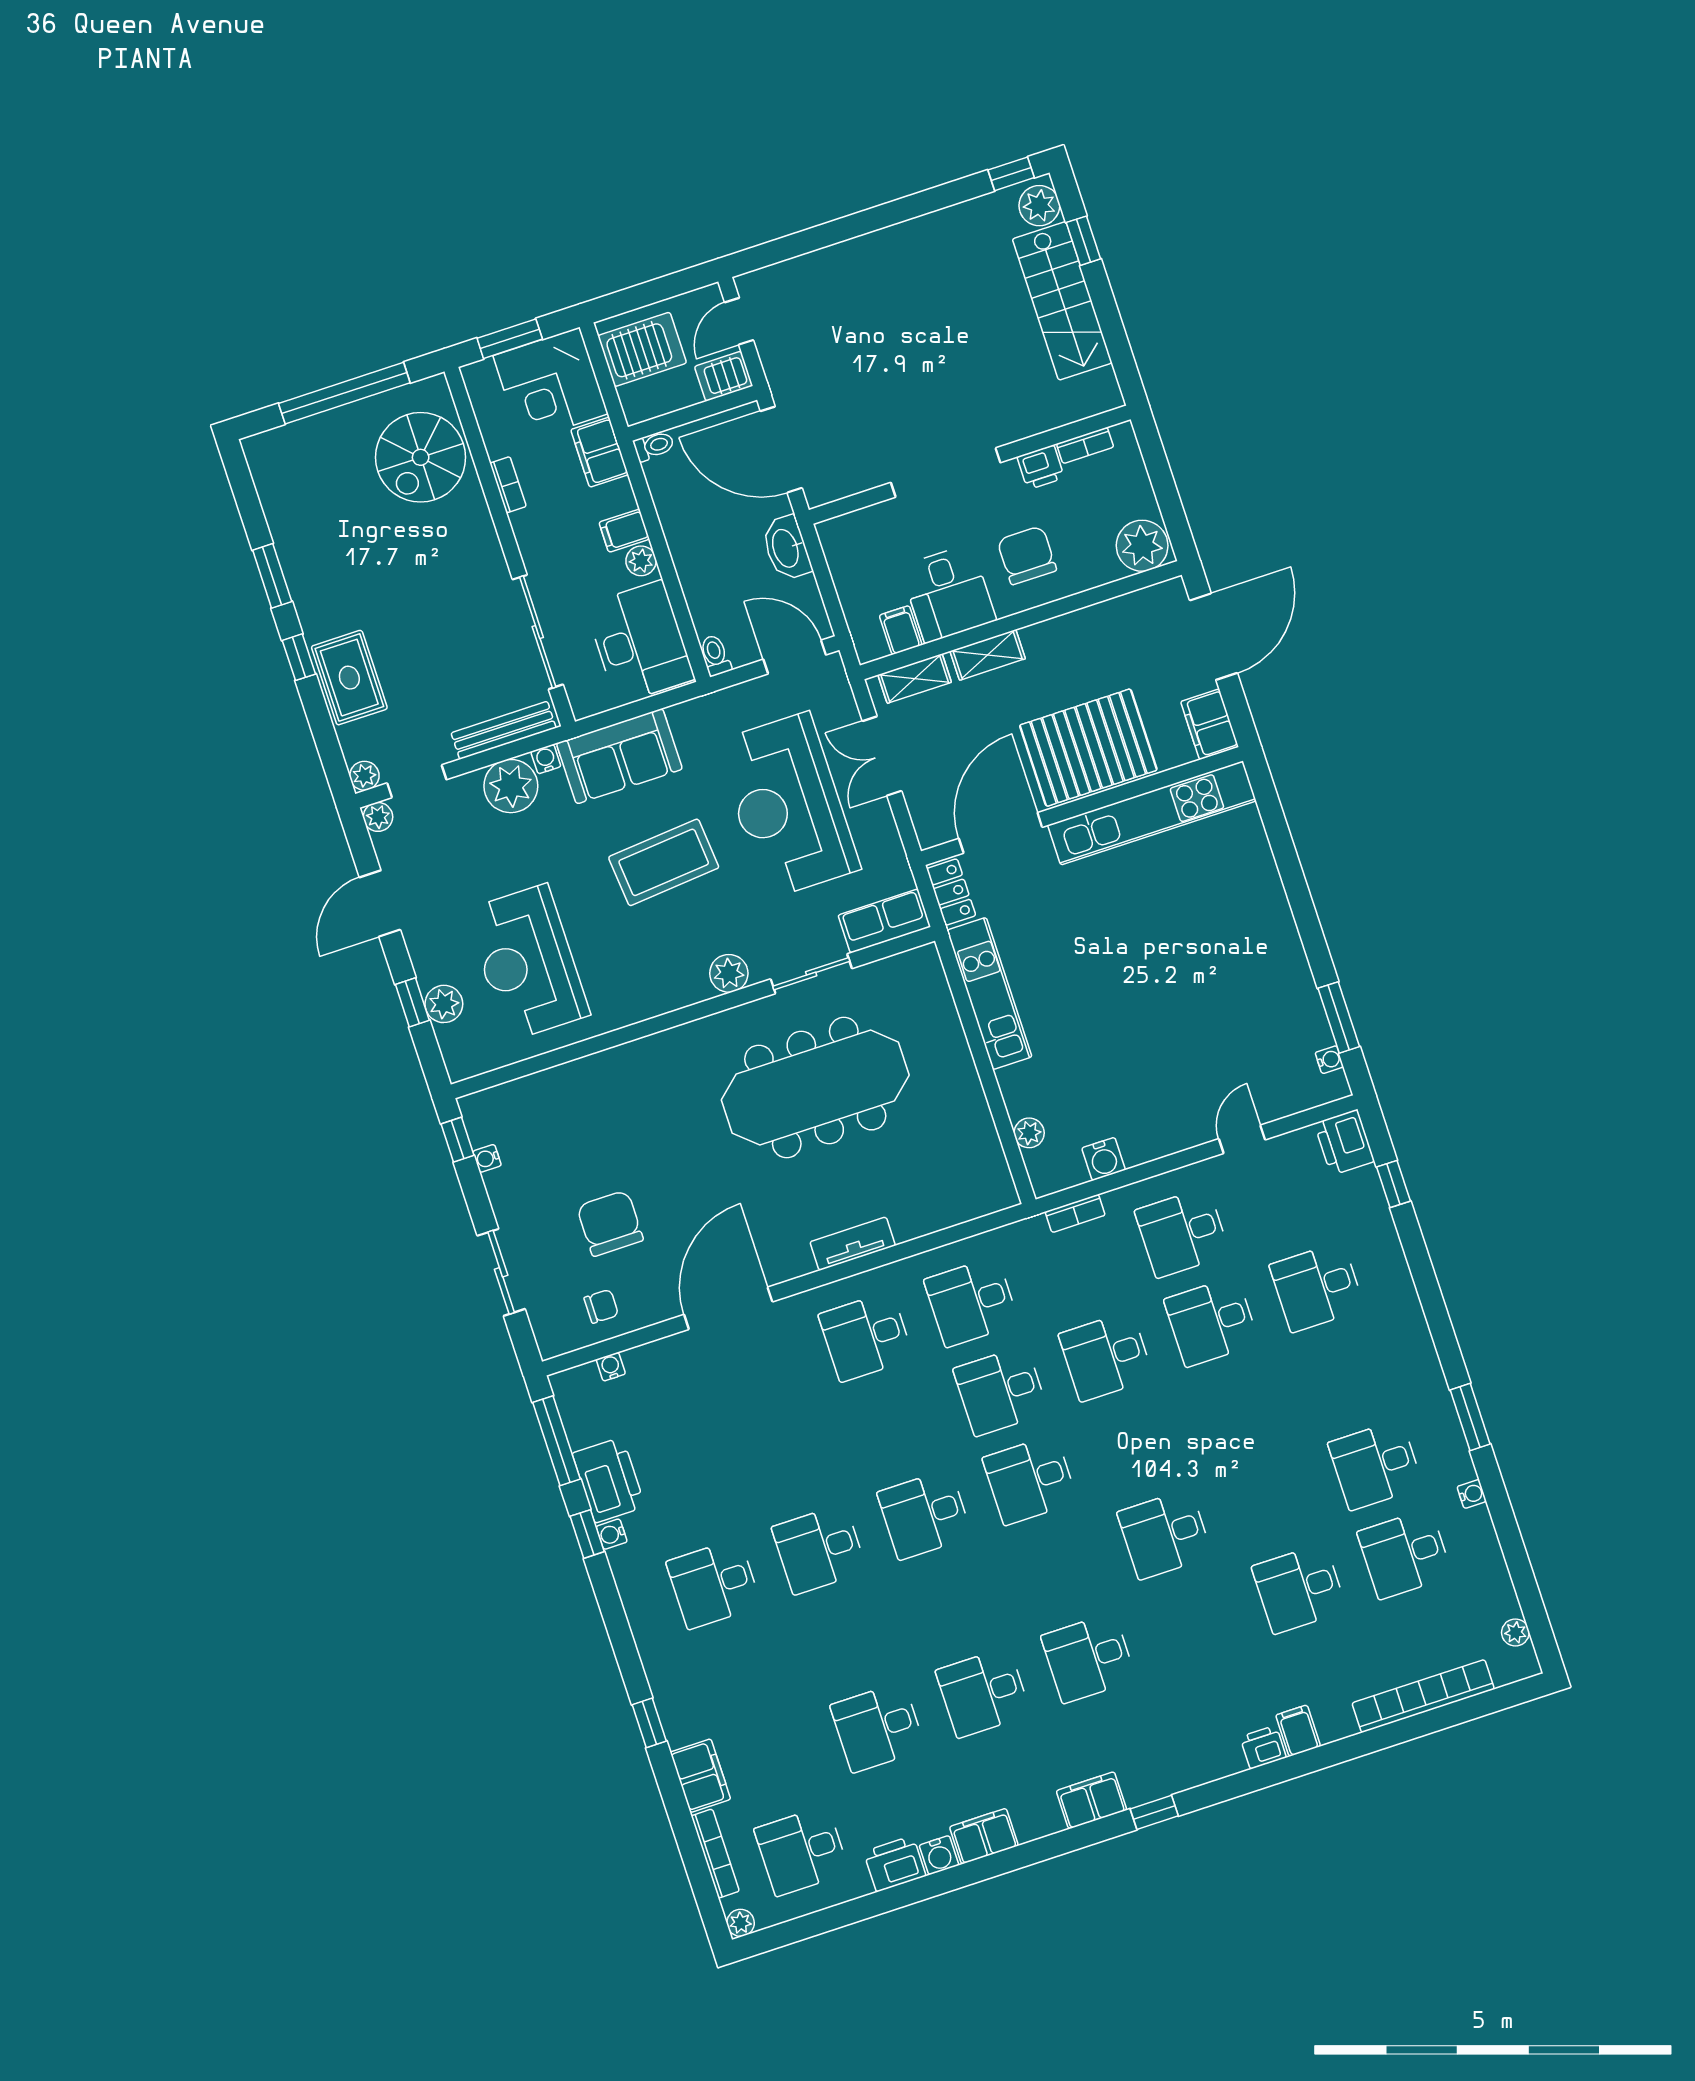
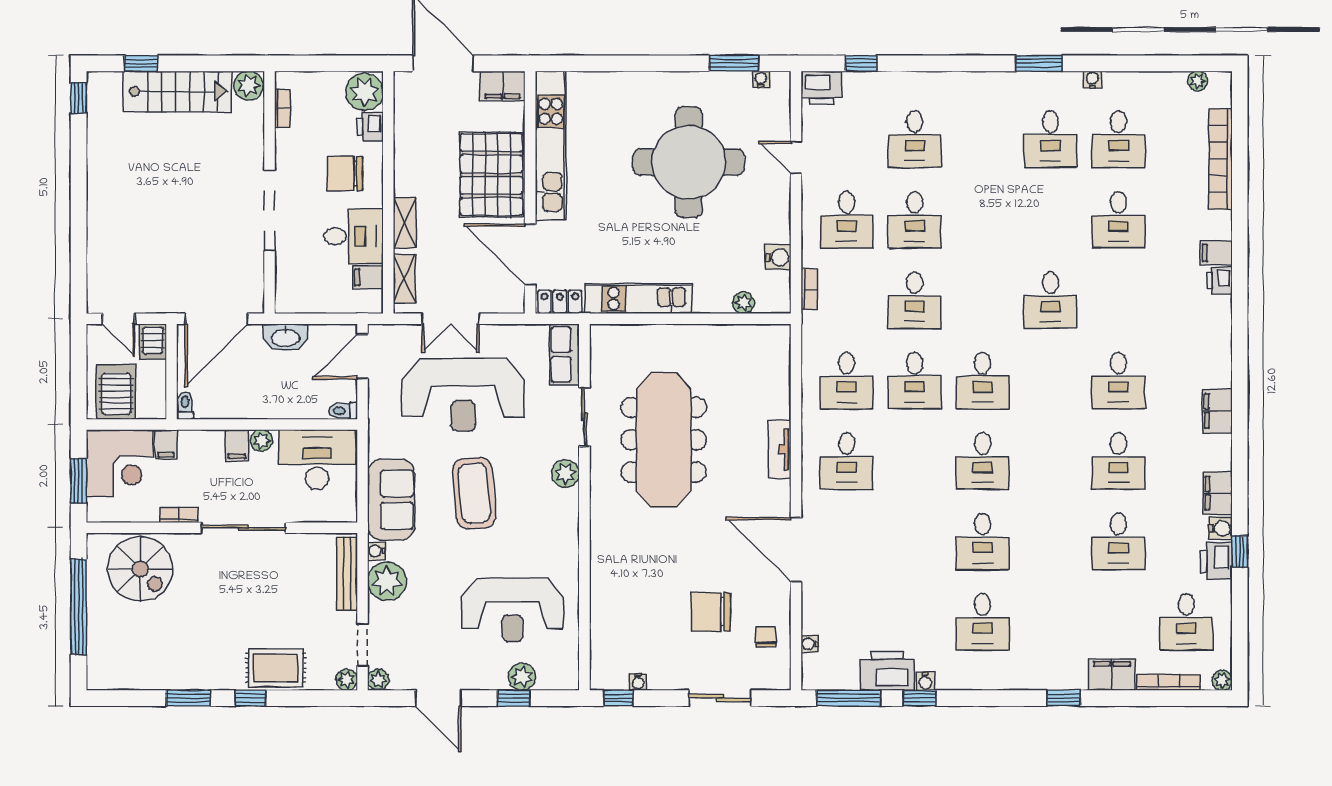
plant: (1039, 206) -> (249, 86), moved
filing cabinet: (600, 452) -> (166, 444), width x0.50
printer: (1041, 467) -> (370, 127), moved, turned 180
sliding door: (538, 632) -> (243, 528), moved
round table: (1190, 1001) -> (689, 162), added
window: (1154, 1812) -> (1240, 552), moved

